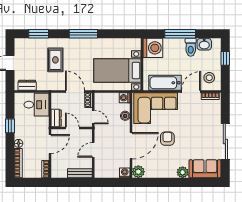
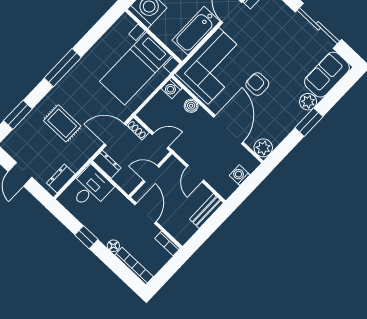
dresser: (56, 118) -> (107, 164), moved
washing machine: (125, 173) -> (240, 175), moved
window: (173, 182) -> (309, 122), added

